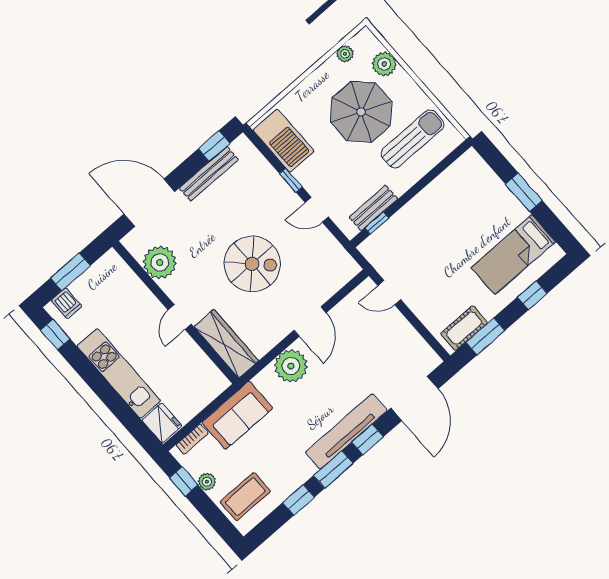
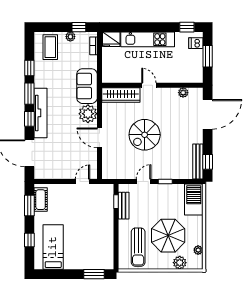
barbecue: (284, 141) -> (194, 199), moved, turned 90
bench: (209, 174) -> (198, 161), moved
window: (524, 192) -> (94, 274), moved
plant: (160, 262) -> (183, 93), width x0.53, depth x0.53
sofa: (237, 415) -> (87, 86), moved

